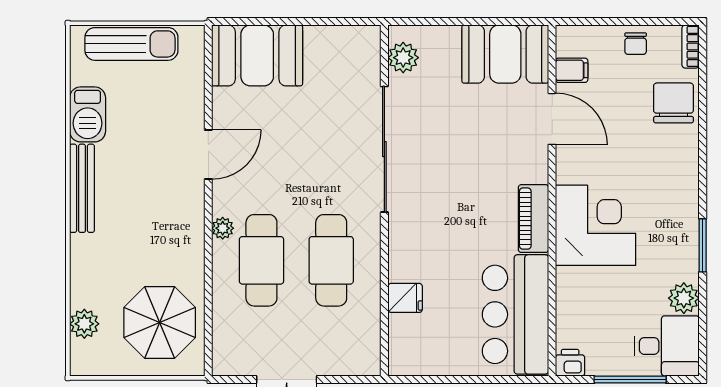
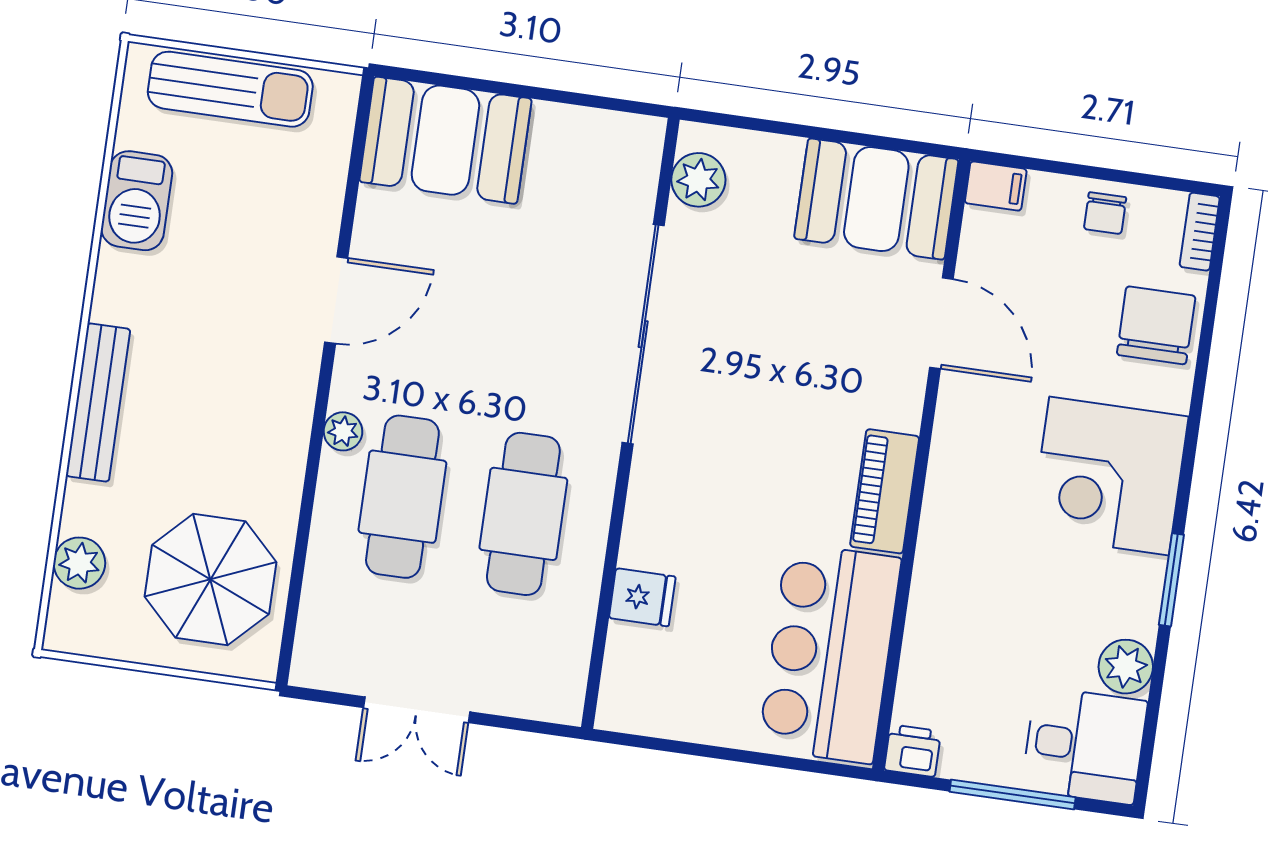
filing cabinet: (572, 70) -> (996, 186), moved
bench: (82, 188) -> (98, 402), moved
corner desk: (596, 225) -> (1109, 476), moved, turned 180

